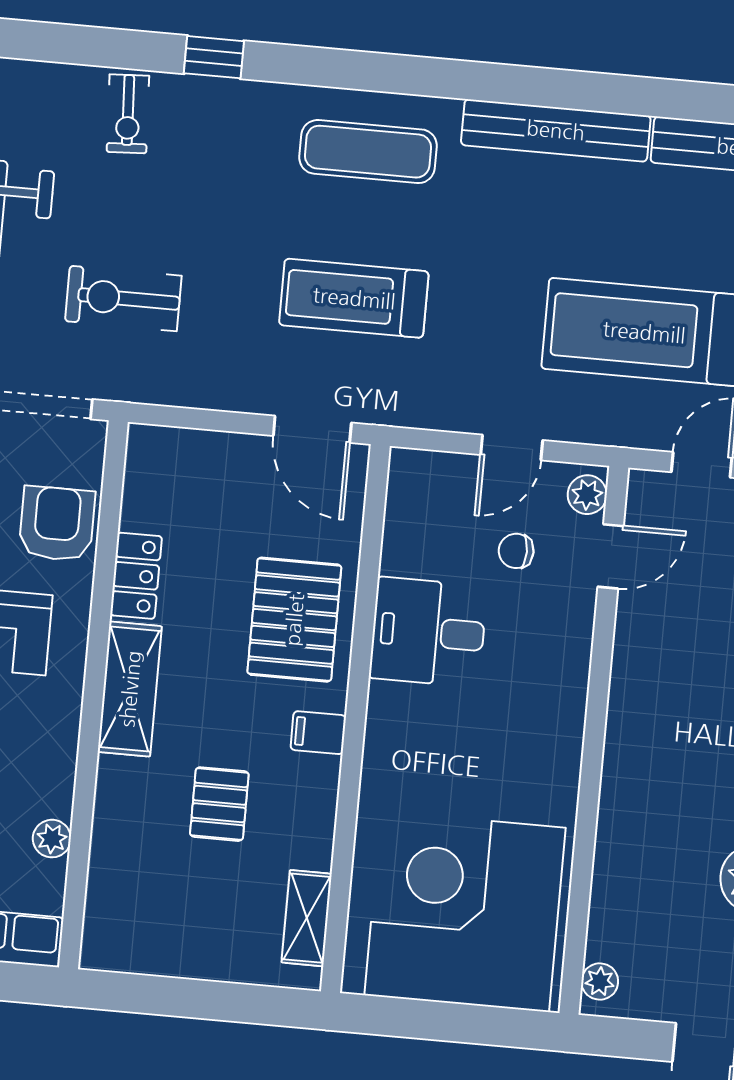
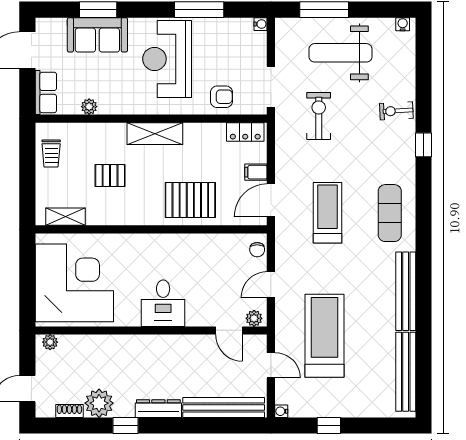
door: (512, 447) -> (271, 285), hinge flipped
armchair: (57, 524) -> (222, 97), width x0.72, depth x0.72
chair: (516, 551) -> (257, 250), moved, turned 180
locker: (136, 576) -> (245, 132), moved
desk: (428, 632) -> (163, 303), moved, turned 180
filing cabinet: (318, 733) -> (256, 172), moved, turned -90
trolley: (154, 939) -> (51, 153), added

